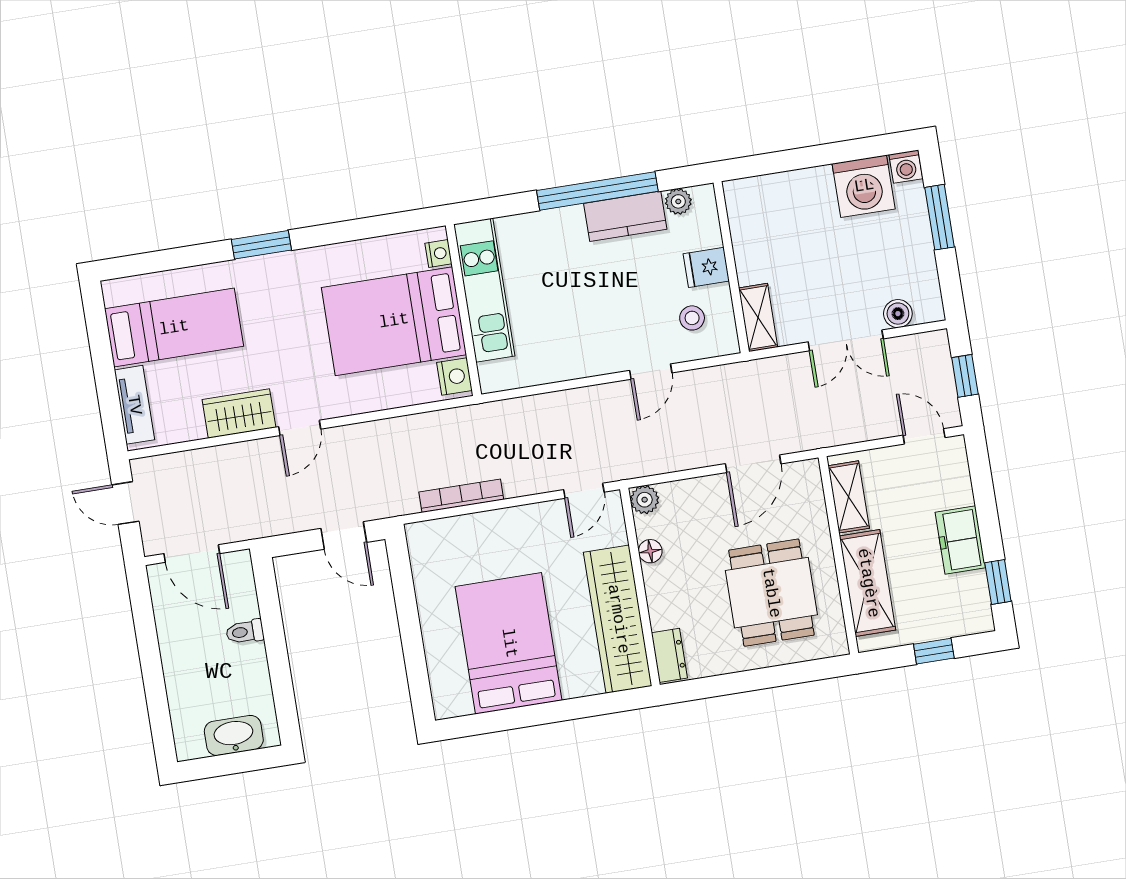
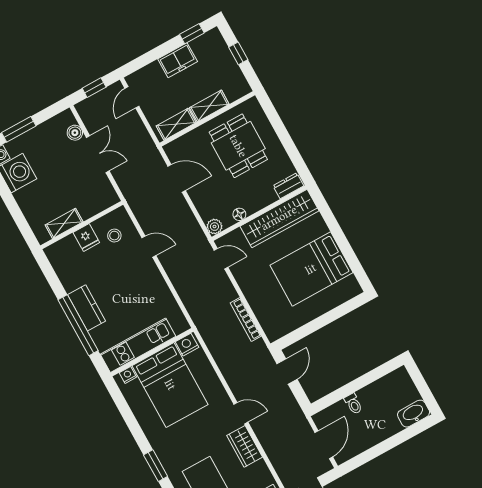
window: (597, 191) -> (78, 325), moved
plant: (678, 201) -> (58, 264), removed
kitchen counter: (625, 216) -> (87, 308), moved
shelving: (758, 317) -> (64, 223), moved
shelving: (868, 583) -> (209, 106), width x0.67, depth x0.75
dining table: (771, 593) -> (238, 146), turned 90
washbasin: (234, 735) -> (414, 414), moved, turned 90

